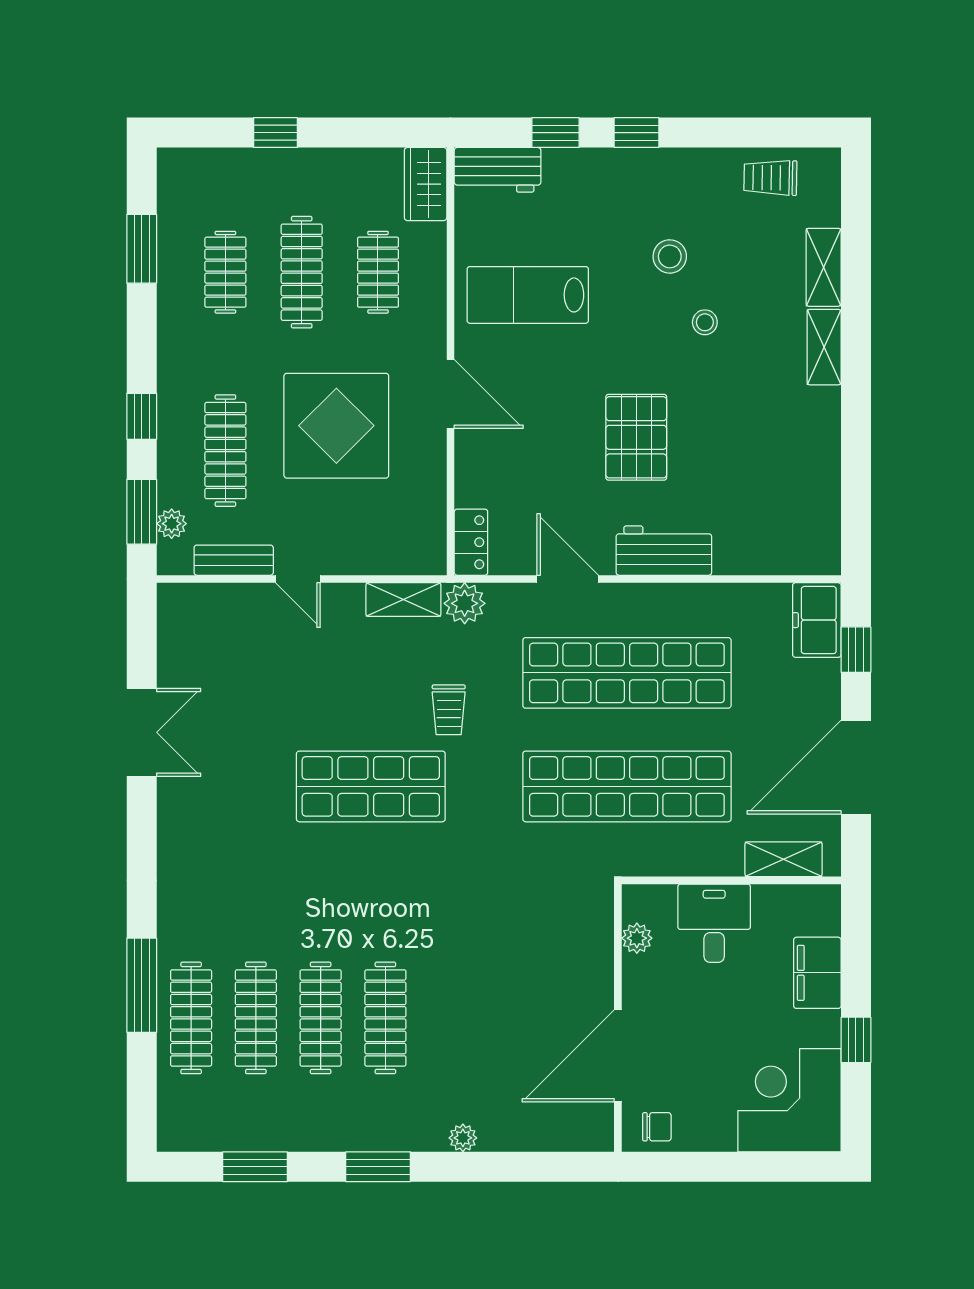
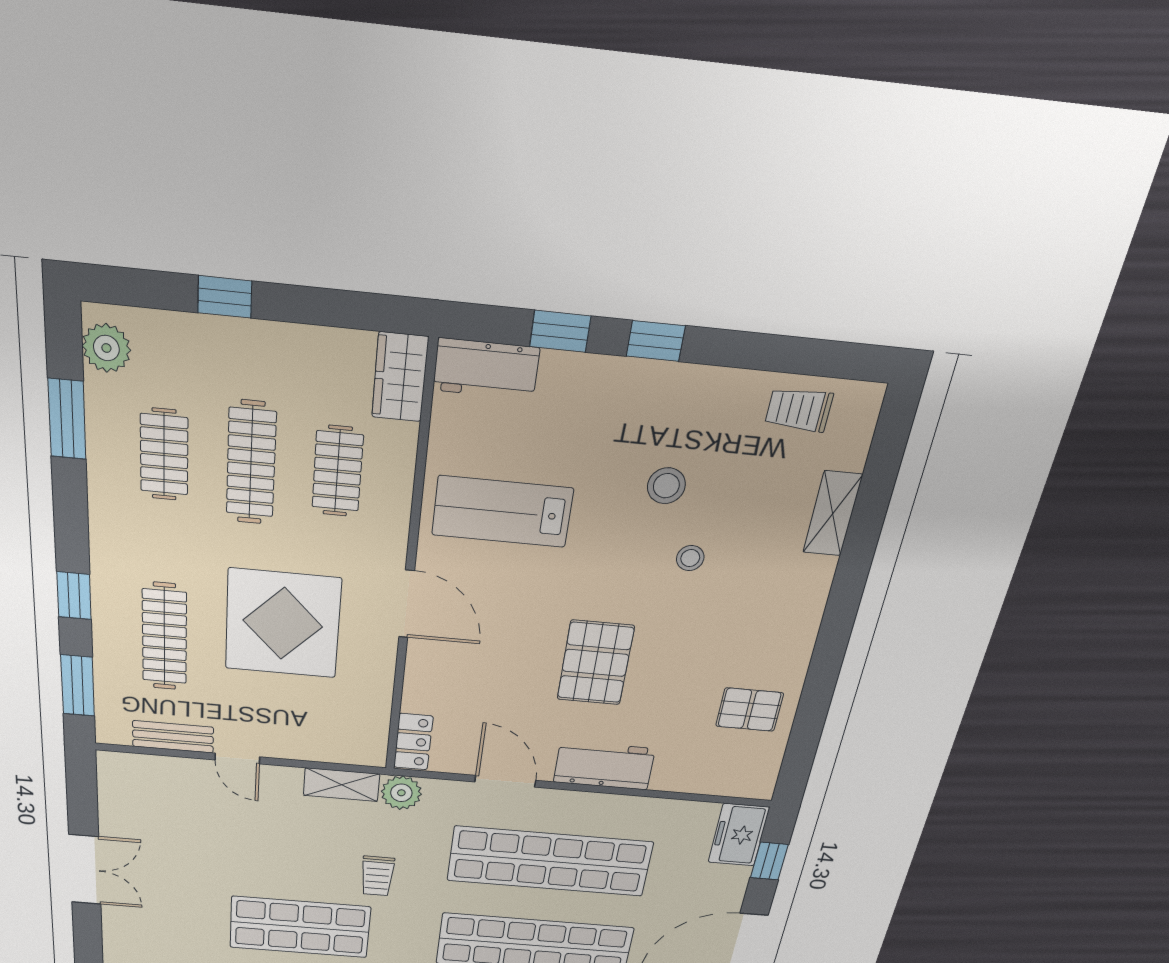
shelving: (824, 347) -> (811, 595), removed
pallet: (795, 473) -> (750, 710), added
plant: (172, 524) -> (106, 348), moved, width x1.38, depth x1.38

